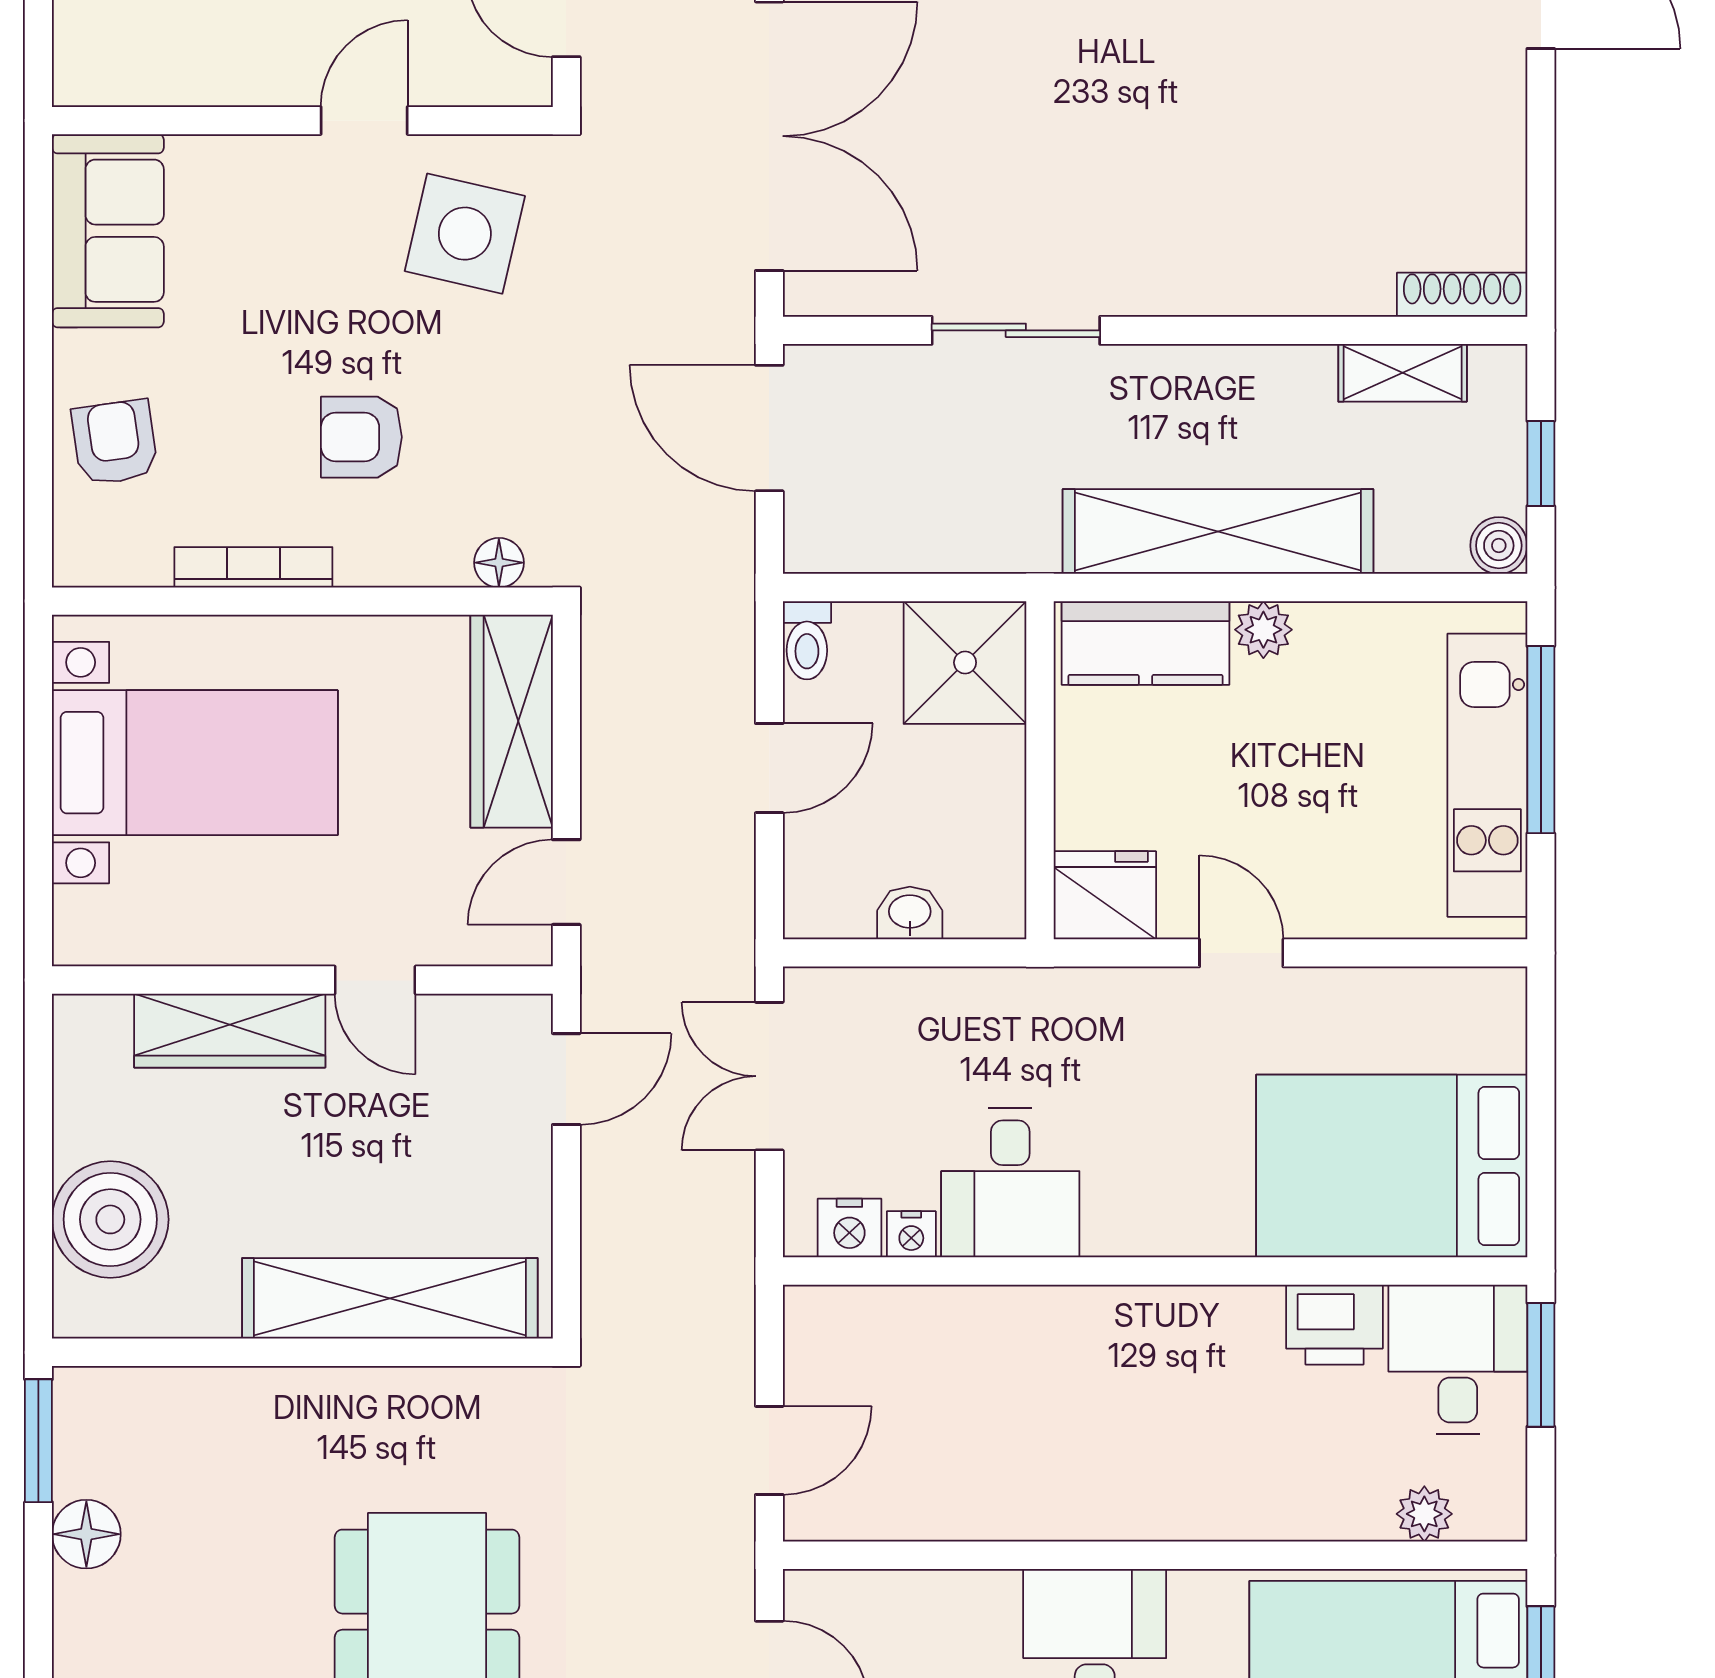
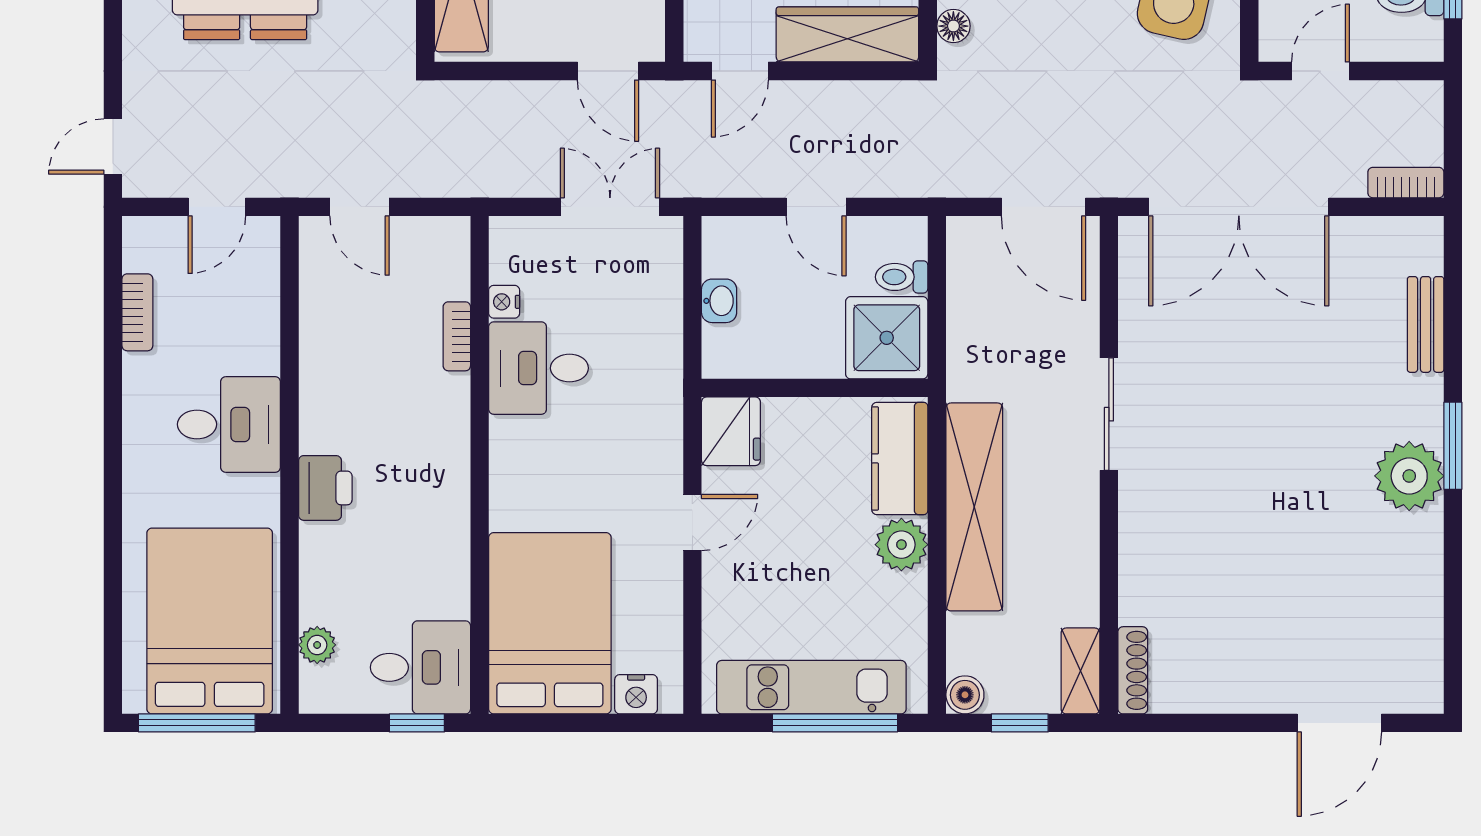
sliding door: (1016, 330) -> (1109, 414), moved
shelving: (1403, 373) -> (1080, 671), moved
door: (769, 428) -> (1044, 207), swing flipped
plant: (1263, 630) -> (901, 545), width x1.38, depth x1.38
toilet: (807, 640) -> (902, 277), moved
door: (566, 882) -> (740, 71), swing flipped
nightstand: (849, 1228) -> (636, 694), moved, turned -90
bookcase: (963, 1305) -> (457, 336), added
printer: (1334, 1325) -> (325, 488), moved, turned 180
window: (1541, 1365) -> (417, 723), width x0.67

